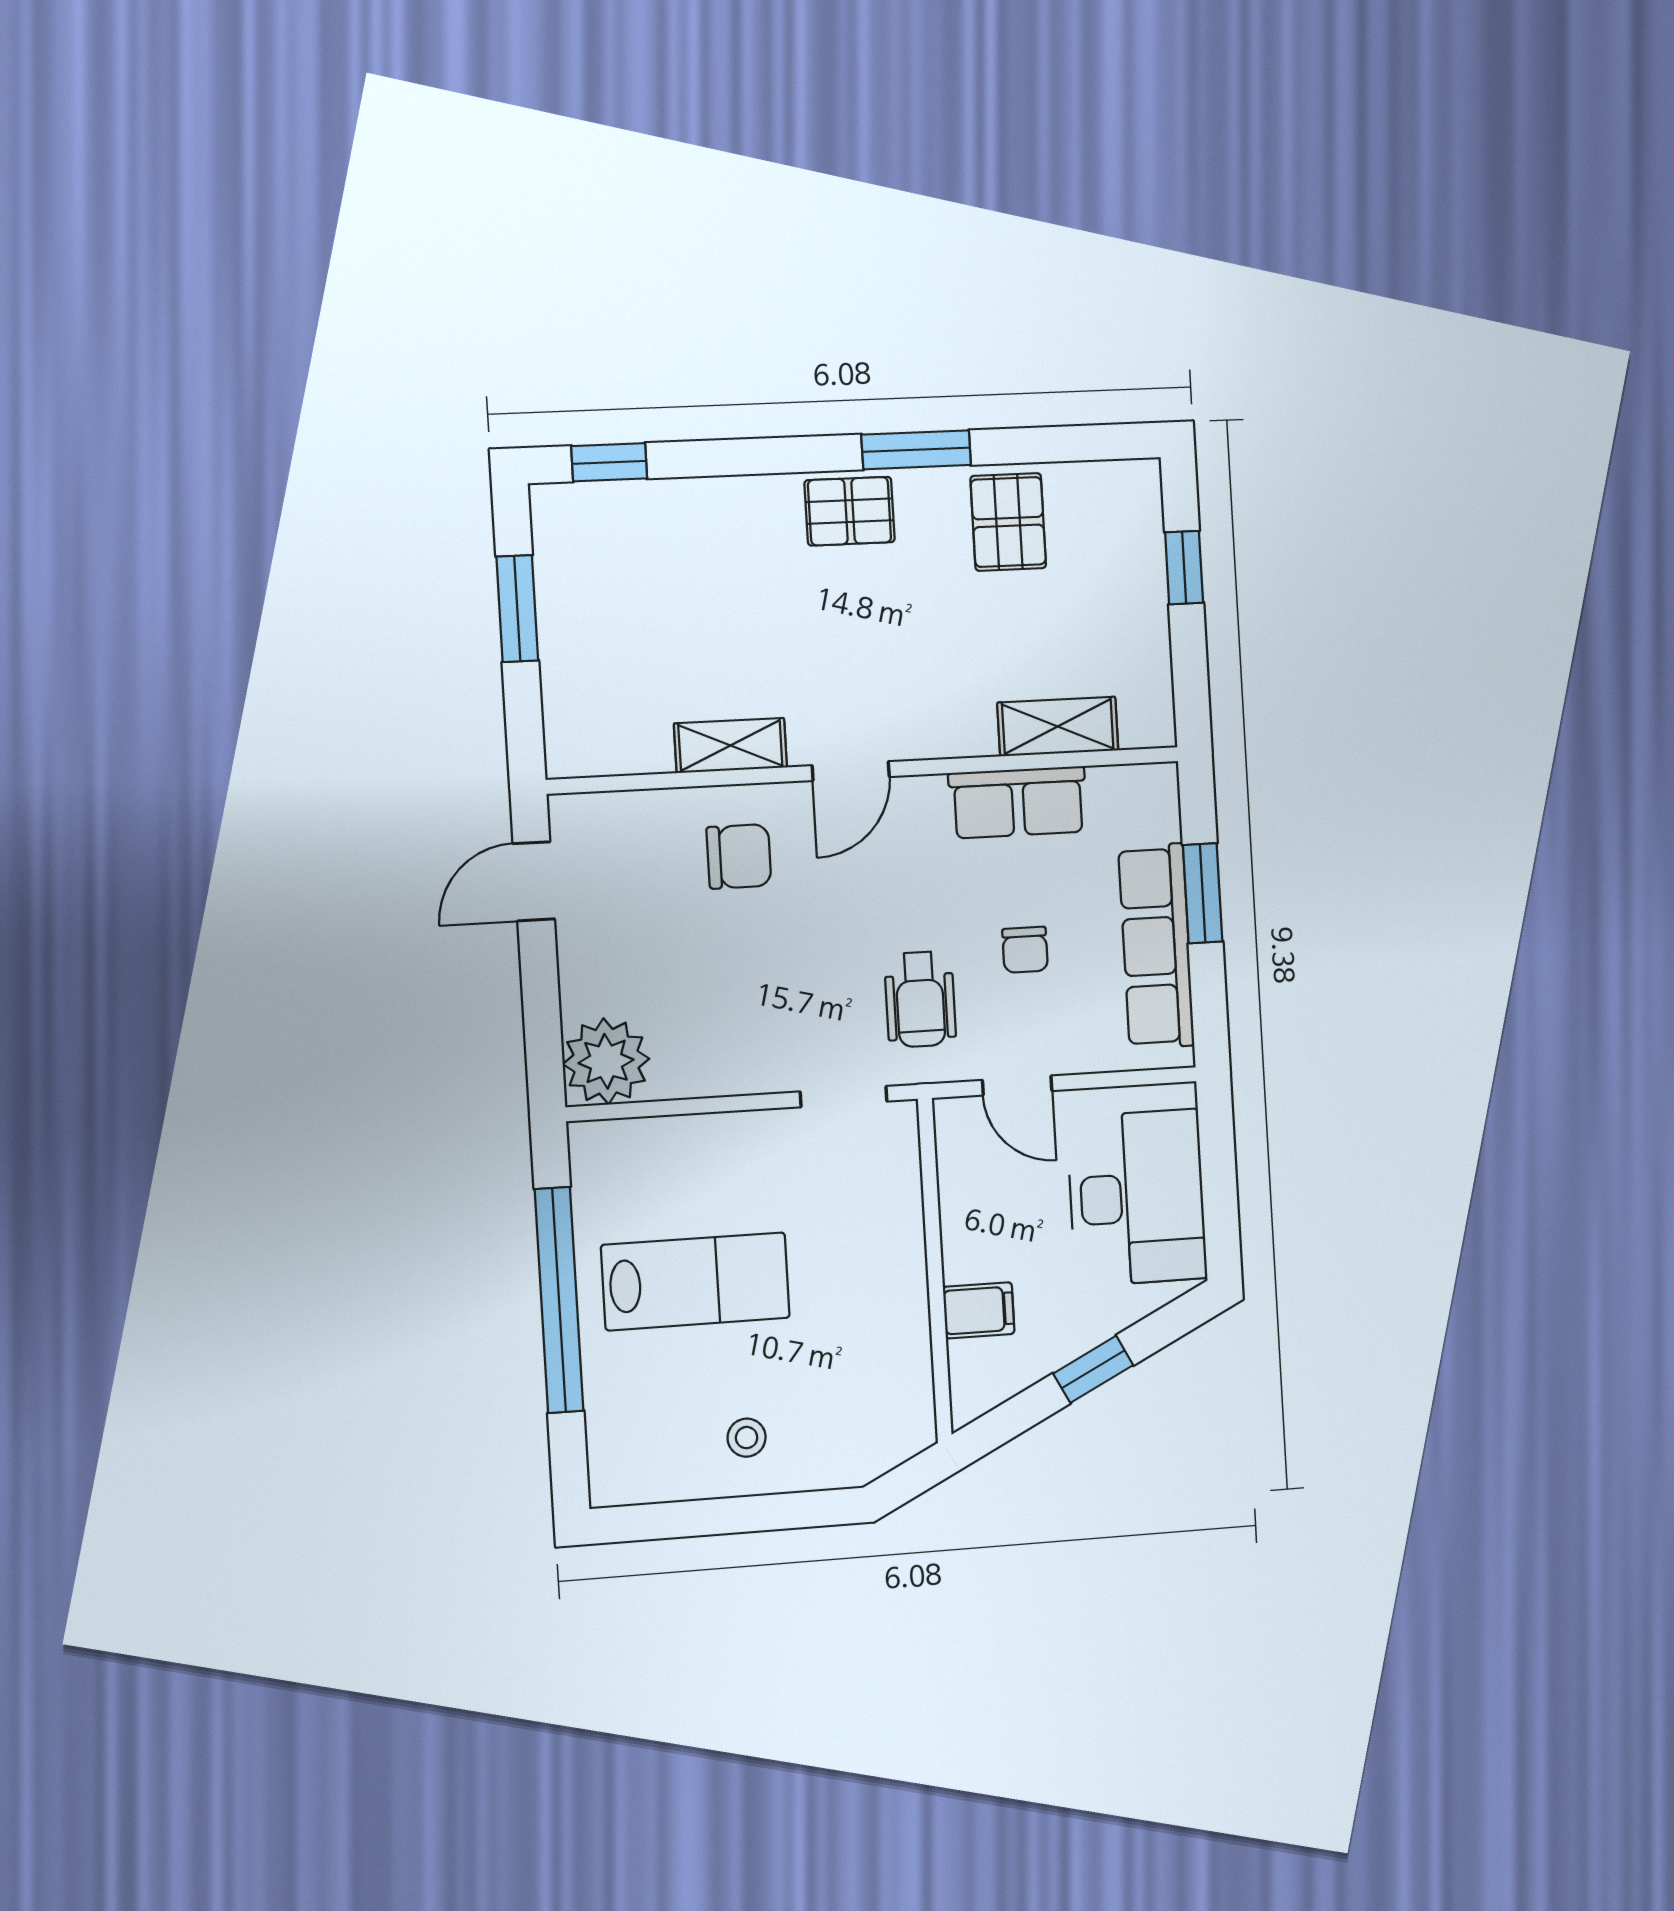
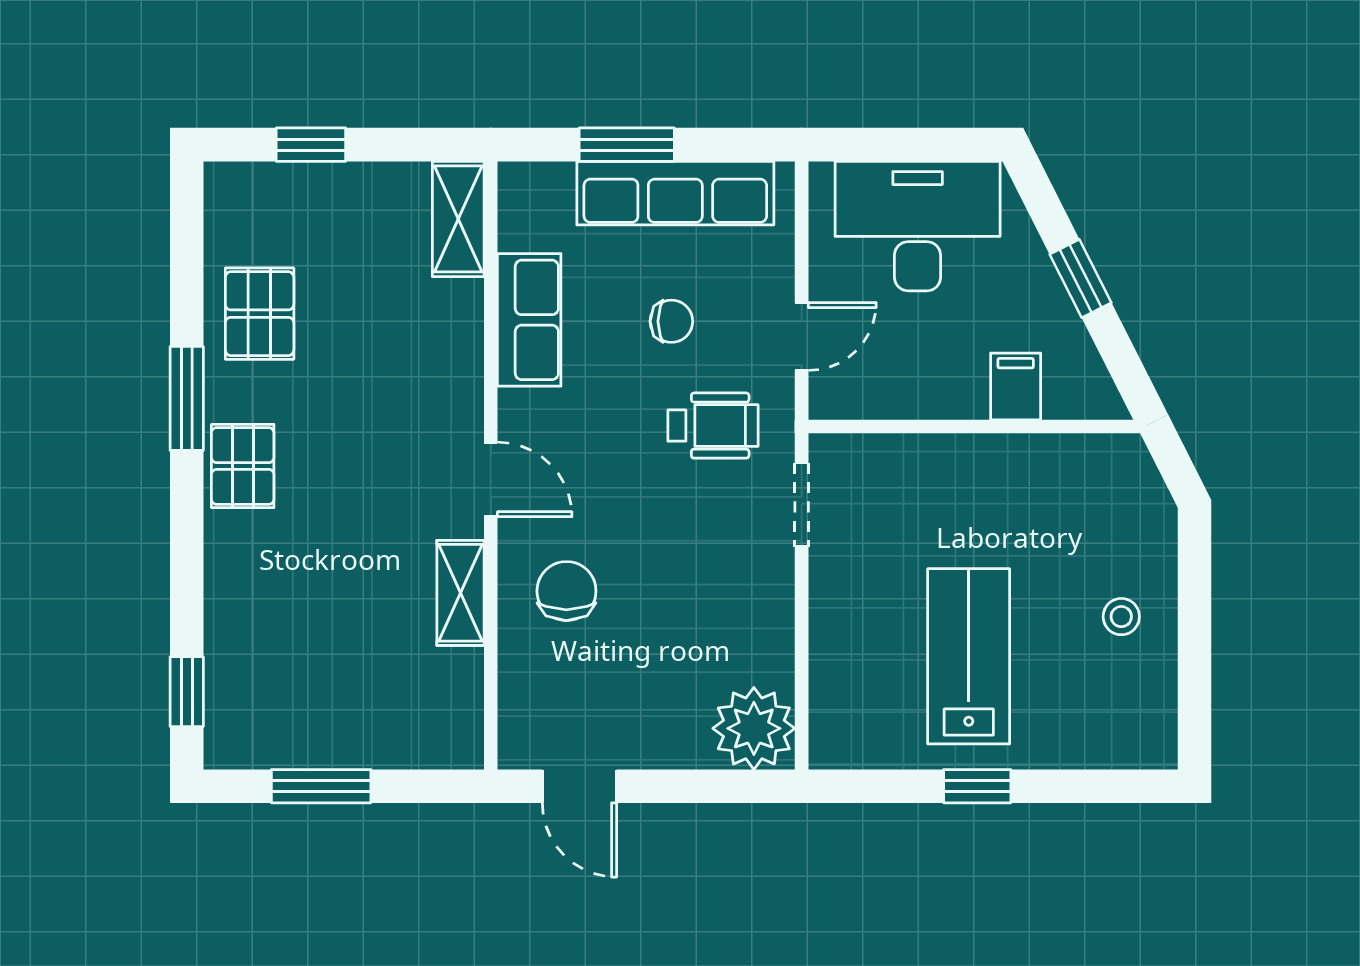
pallet: (1008, 522) -> (260, 314), turned 90
shelving: (1058, 726) -> (458, 219), moved
window: (559, 1300) -> (977, 786), width x0.32

